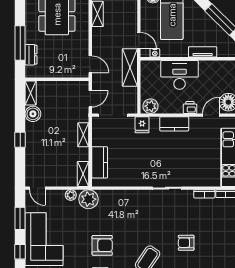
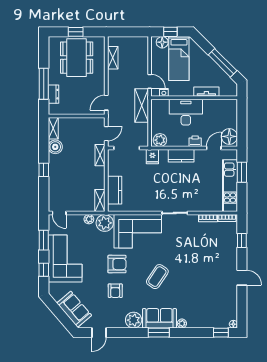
door: (90, 64) -> (106, 103), swing flipped
shelving: (83, 135) -> (100, 155), moved
corner sofa: (126, 209) -> (138, 231), added
armchair: (186, 243) -> (192, 262), removed

